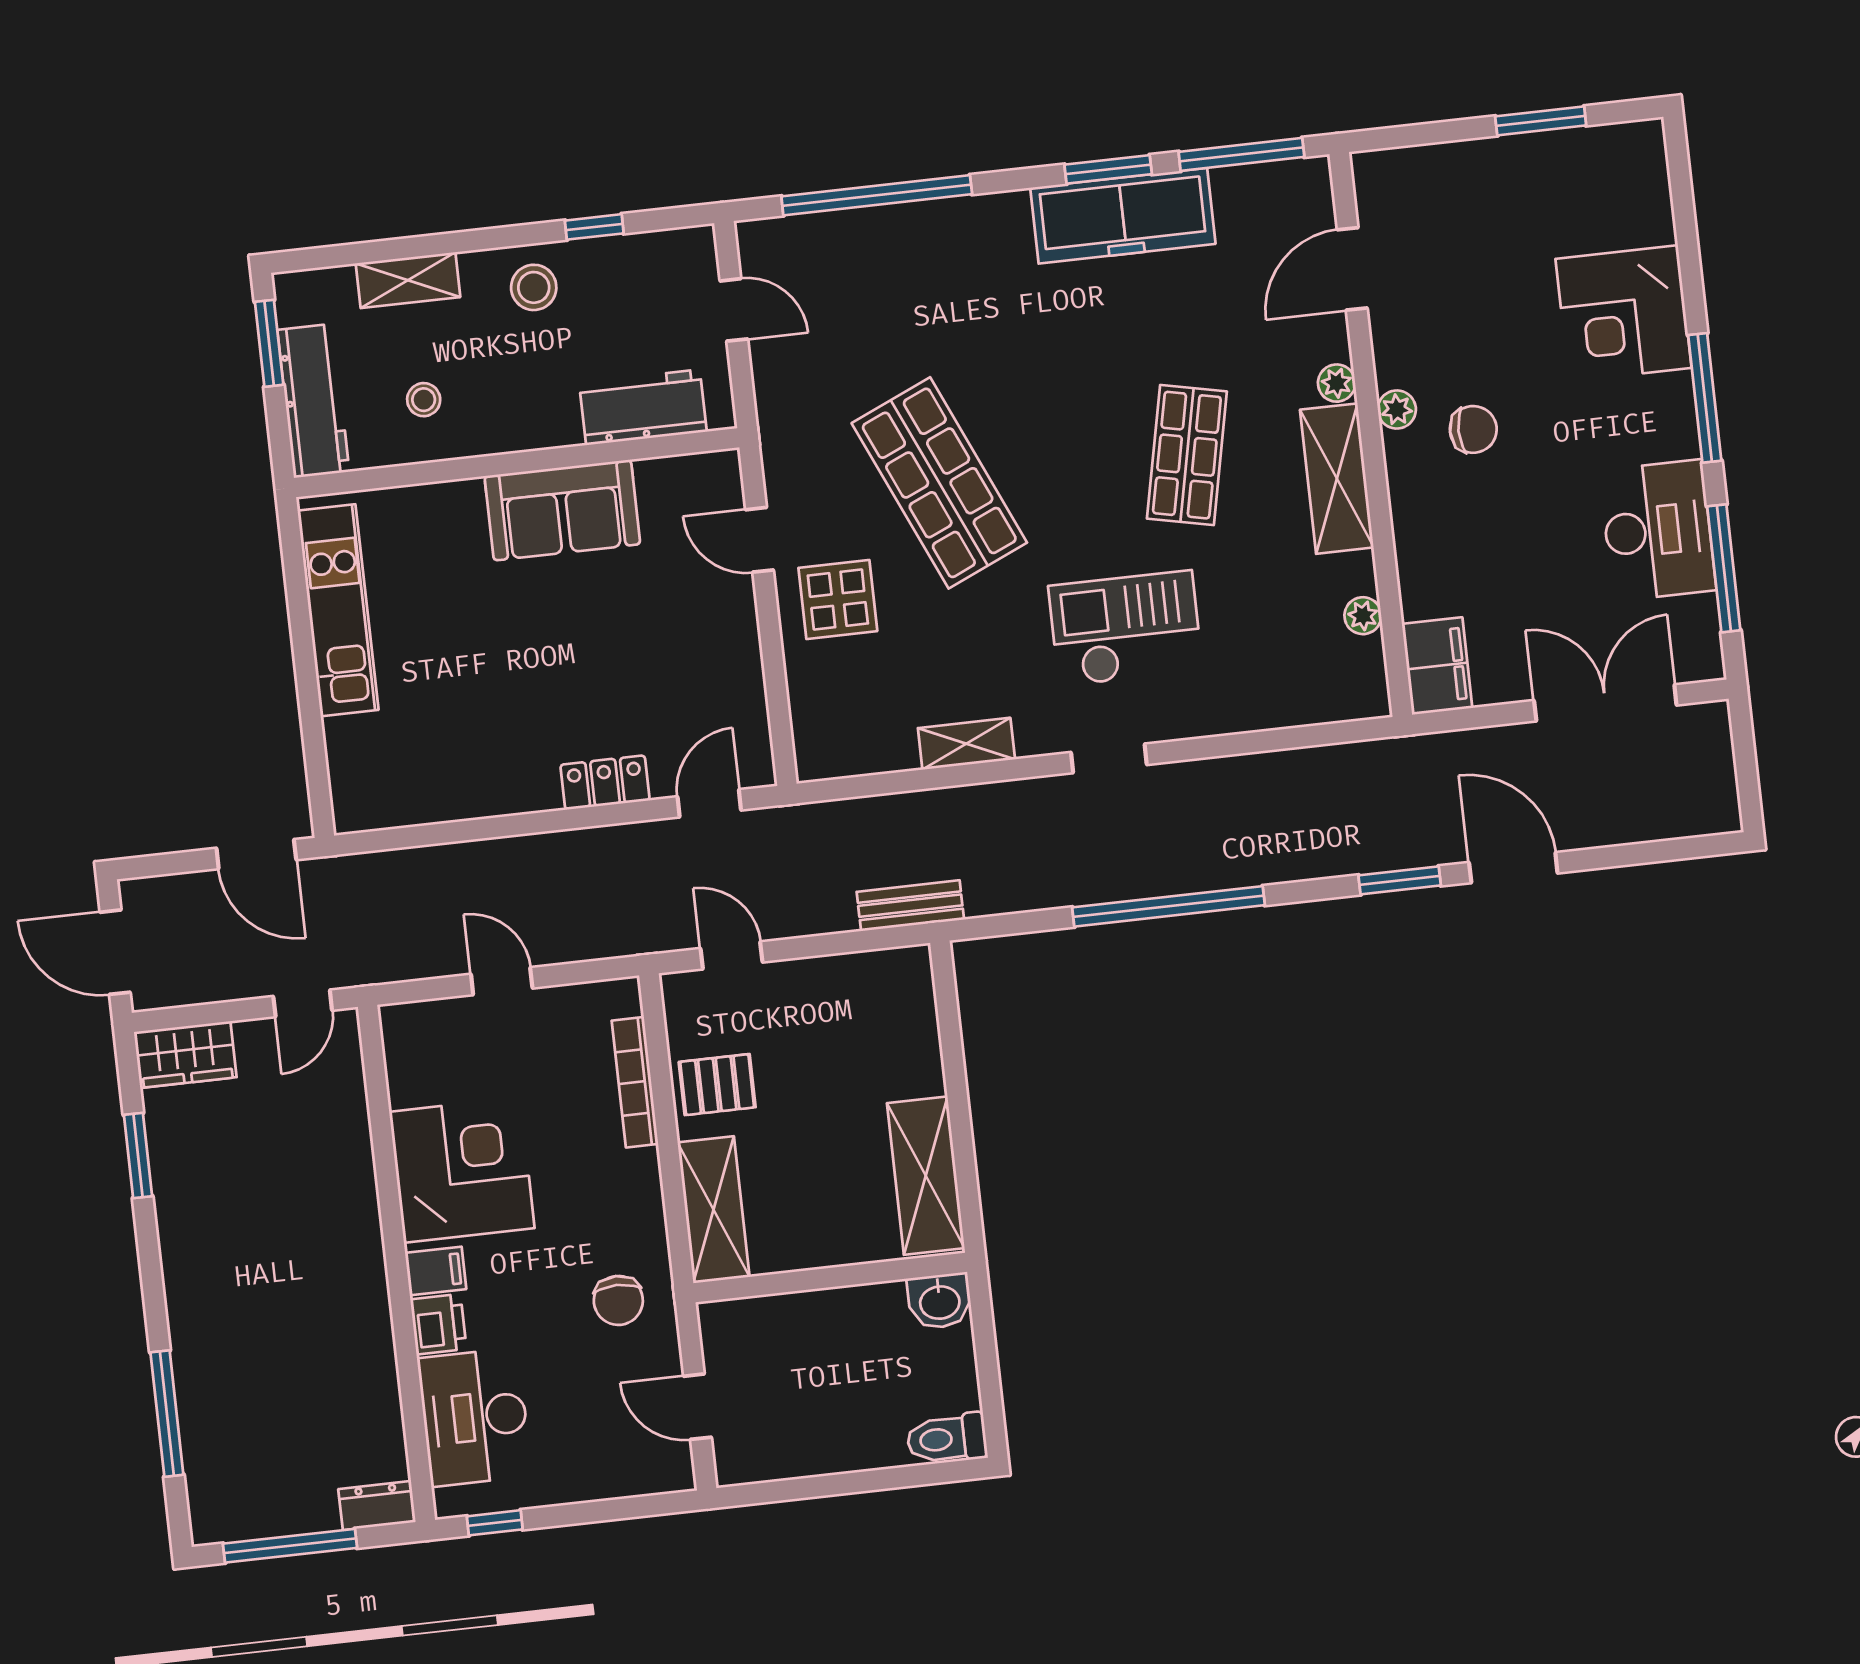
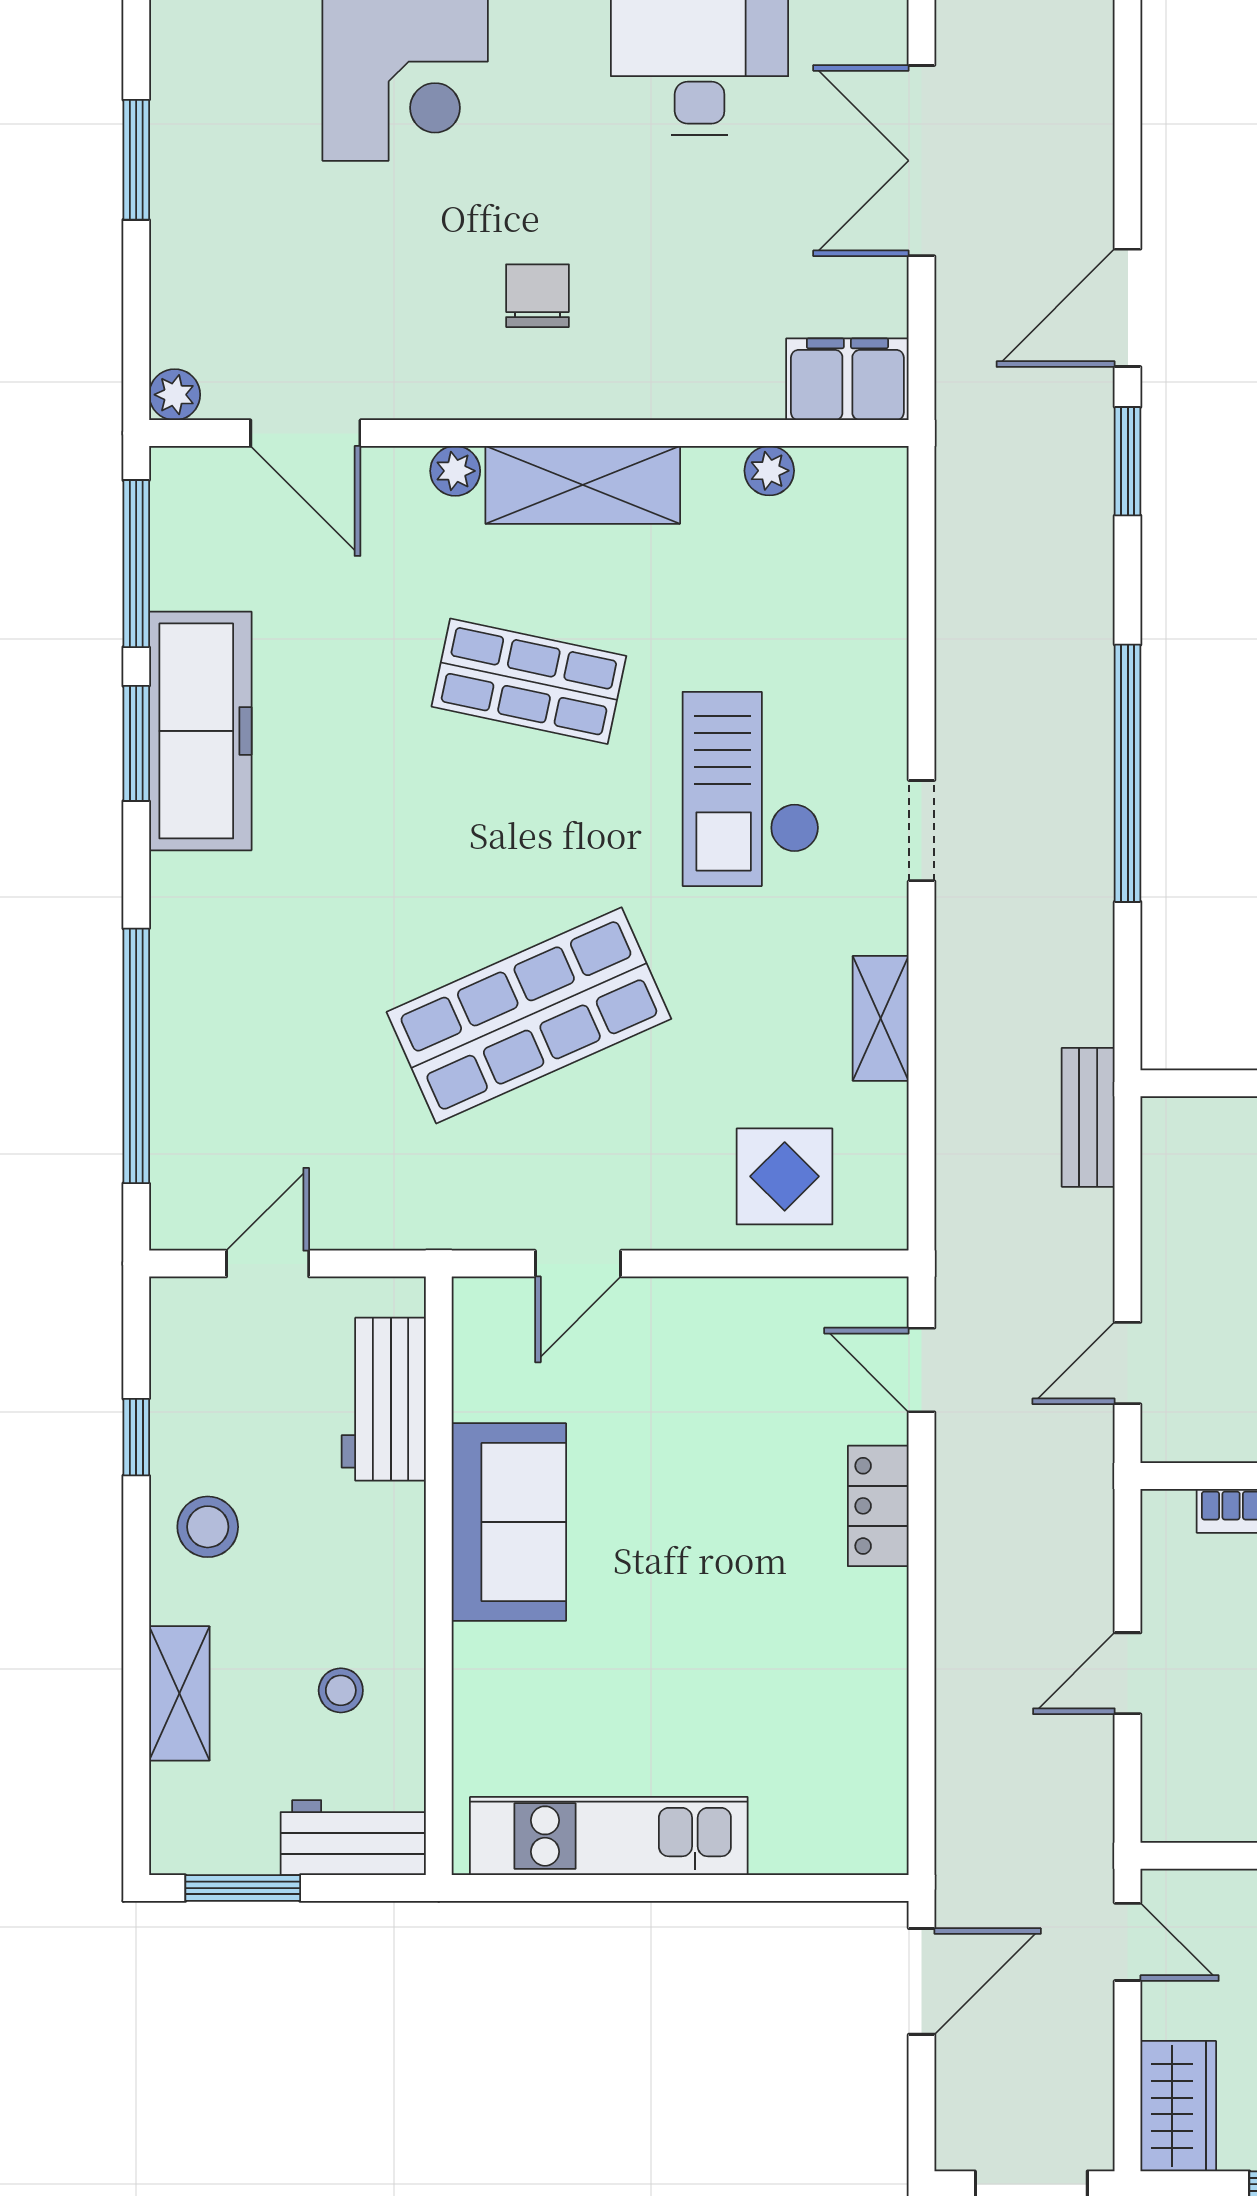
workbench: (313, 401) -> (353, 1838), width x0.73
plant: (1397, 409) -> (175, 395), moved
display table: (838, 599) -> (785, 1176), moved

